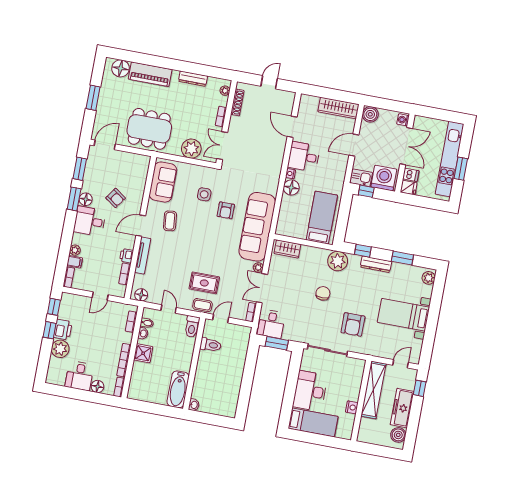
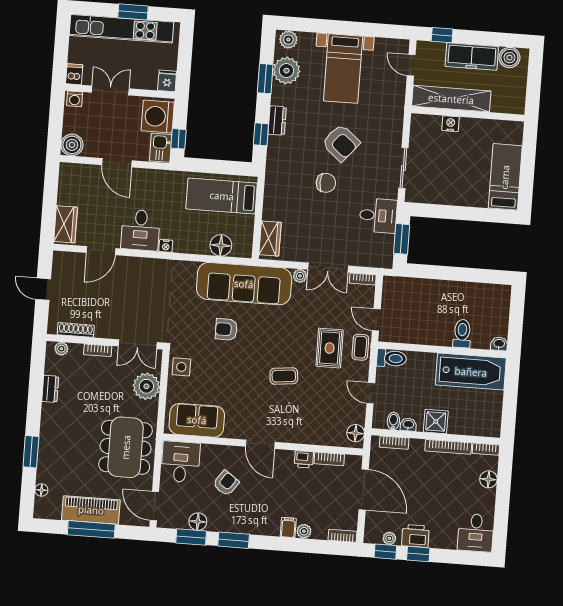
window: (154, 61) -> (31, 452), added
floor lamp: (120, 68) -> (41, 490), width x0.53, depth x0.53
piano: (150, 74) -> (91, 510), moved, turned -90
dresser: (193, 79) -> (50, 389), width x0.70
window: (93, 98) -> (91, 529), width x1.44
wardrobe: (338, 108) -> (66, 224), moved, width x0.67
double door: (406, 146) -> (110, 91), width x0.73
dishwasher: (411, 175) -> (74, 74), moved
floor lamp: (291, 187) -> (221, 245), moved
side table: (204, 194) -> (181, 367), moved
floor lamp: (86, 199) -> (198, 522), moved
armchair: (226, 210) -> (226, 329), turned 180
desk: (90, 221) -> (180, 462), moved, turned 180
coffee table: (170, 221) -> (284, 376), moved
tv unit: (143, 255) -> (301, 437), removed
plant: (338, 261) -> (286, 71), moved
filing cabinet: (75, 262) -> (288, 527), moved
dresser: (376, 264) -> (277, 121), width x0.70
chair: (323, 293) -> (326, 183), turned 180
door: (100, 296) -> (364, 489), width x1.88
door: (169, 309) -> (371, 393), hinge flipped
desk: (271, 324) -> (378, 216), moved
armchair: (353, 324) -> (341, 143), moved, turned 40
toilet: (211, 345) -> (462, 334), moved
plant: (60, 349) -> (389, 538), moved, width x0.53, depth x0.53
sliding door: (327, 350) -> (403, 168), width x0.73
desk: (79, 376) -> (476, 533), moved, turned 90
bathtub: (178, 389) -> (471, 372), width x1.36, depth x1.36
desk: (310, 391) -> (462, 186), removed
nightstand: (352, 407) -> (451, 124), moved

